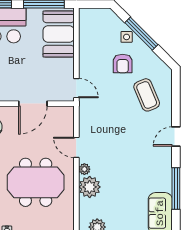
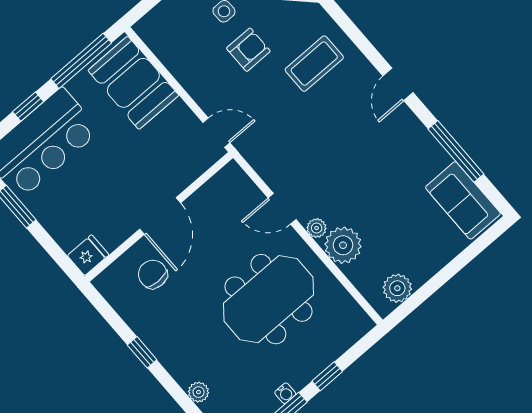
armchair: (123, 63) -> (248, 50), turned -90
coffee table: (147, 95) -> (314, 64), turned -67
door: (33, 104) -> (160, 216), moved

